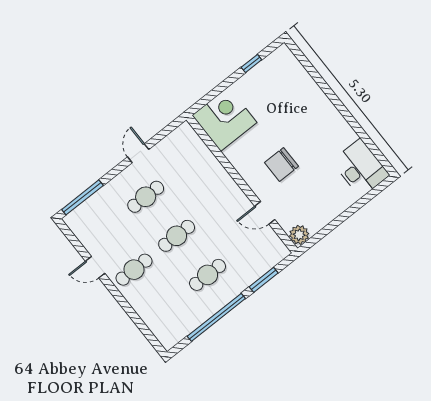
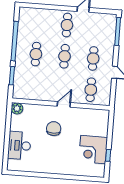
corner desk: (224, 119) -> (93, 150), moved, turned 90
cafe table: (188, 163) -> (91, 90), added
desk: (360, 168) -> (19, 146), moved, turned 90
door: (265, 213) -> (64, 104), moved

